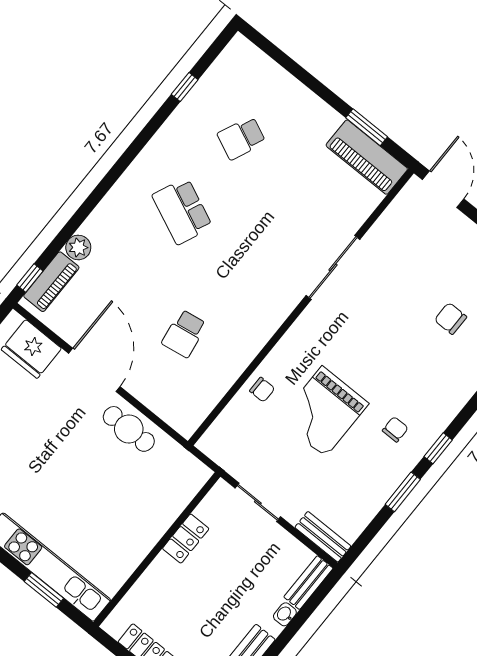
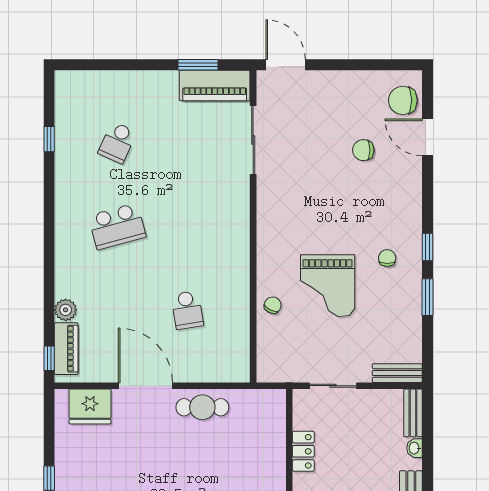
school desk: (182, 211) -> (117, 226), turned -39
sliding door: (333, 267) -> (253, 140), moved
chair: (262, 390) -> (273, 305), turned -65

